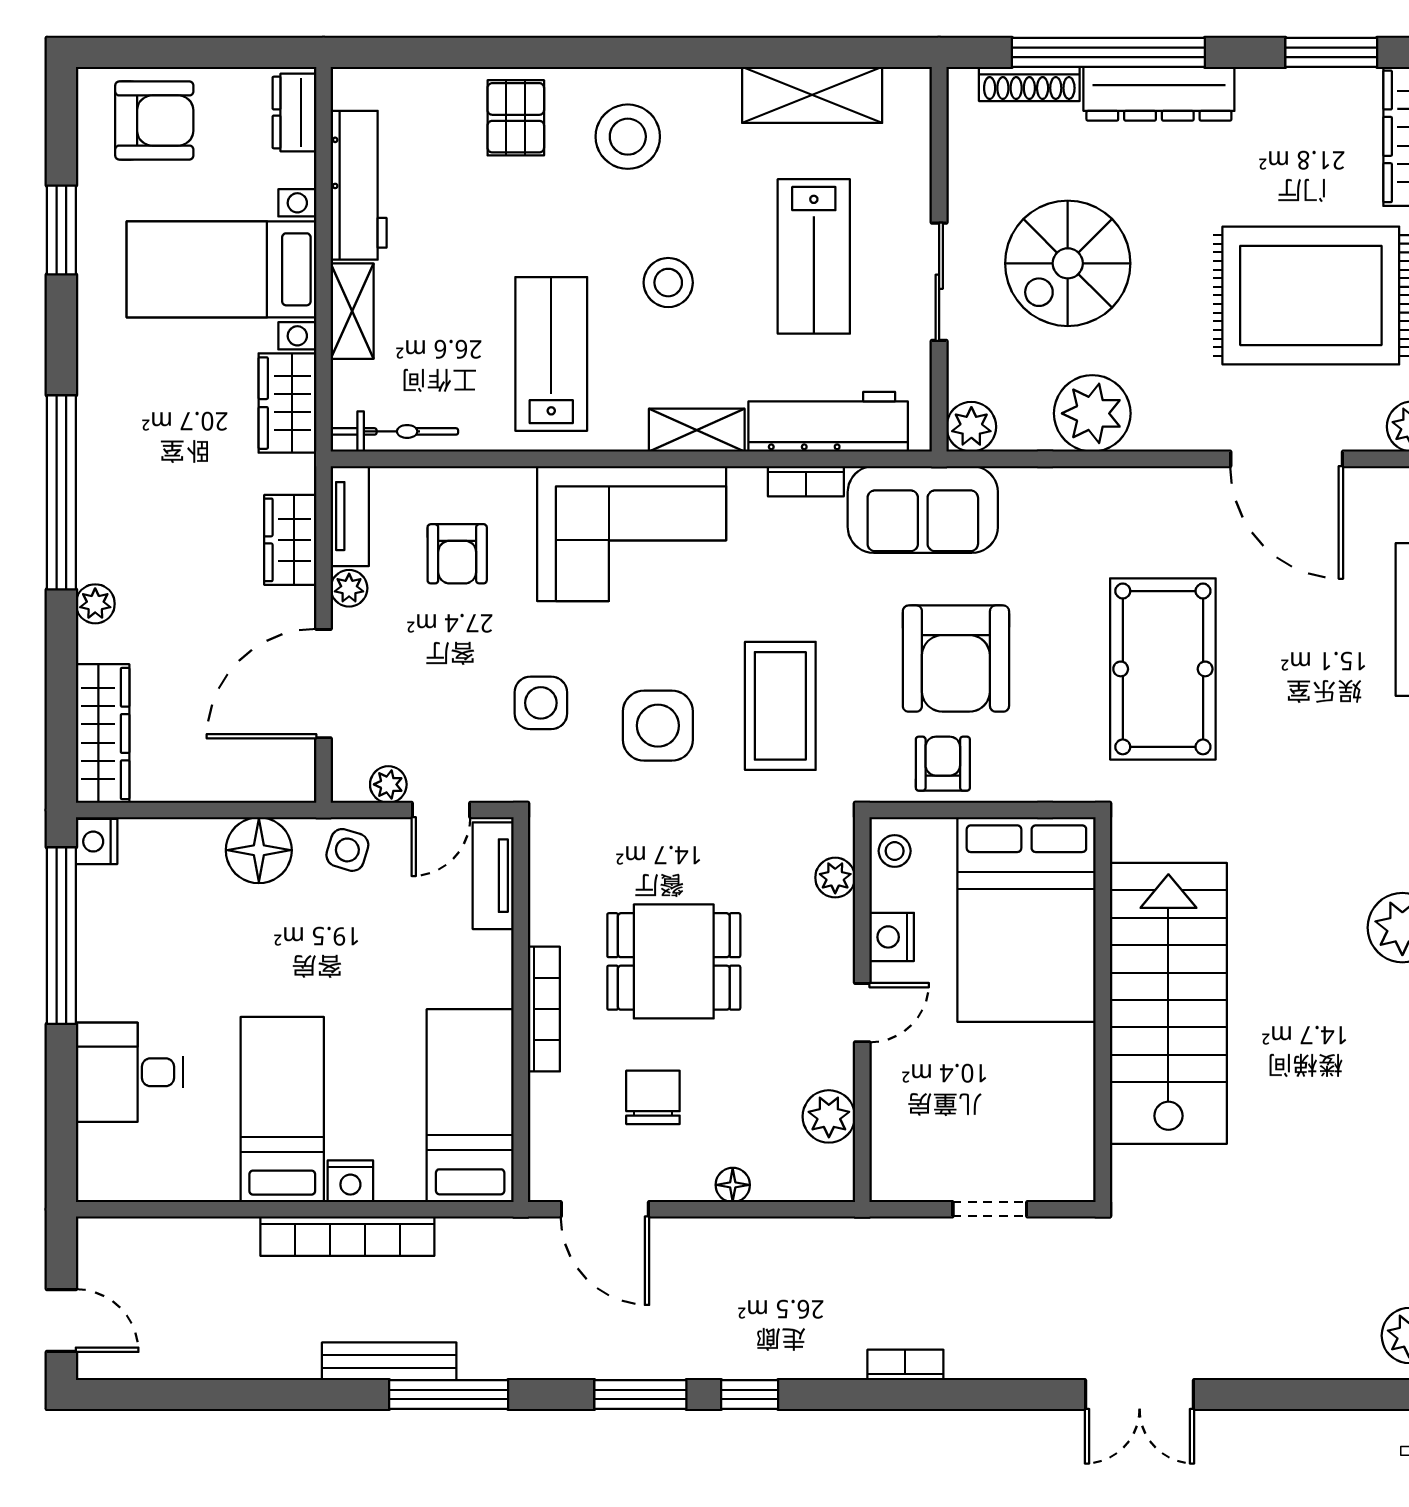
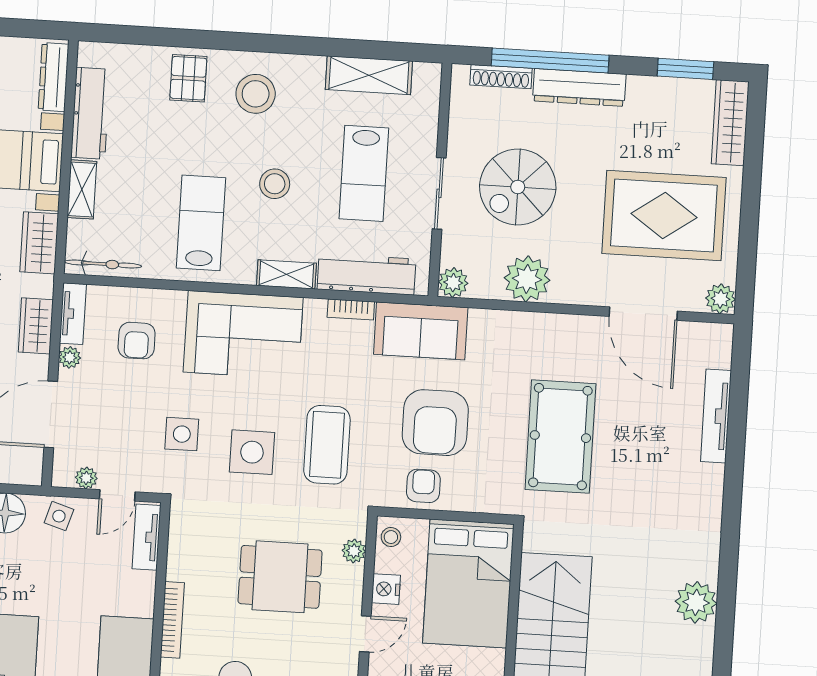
dresser: (294, 113) -> (54, 77), width x1.44
dining table: (674, 961) -> (280, 577), moved

